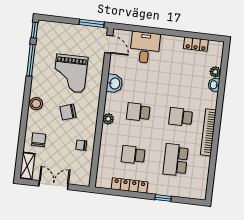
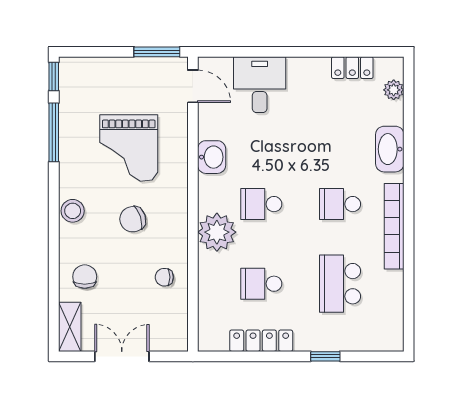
plant: (215, 72) -> (394, 90), moved
washbasin: (214, 85) -> (390, 149), width x1.91, depth x1.45
plant: (108, 119) -> (217, 232), width x1.88, depth x1.88

